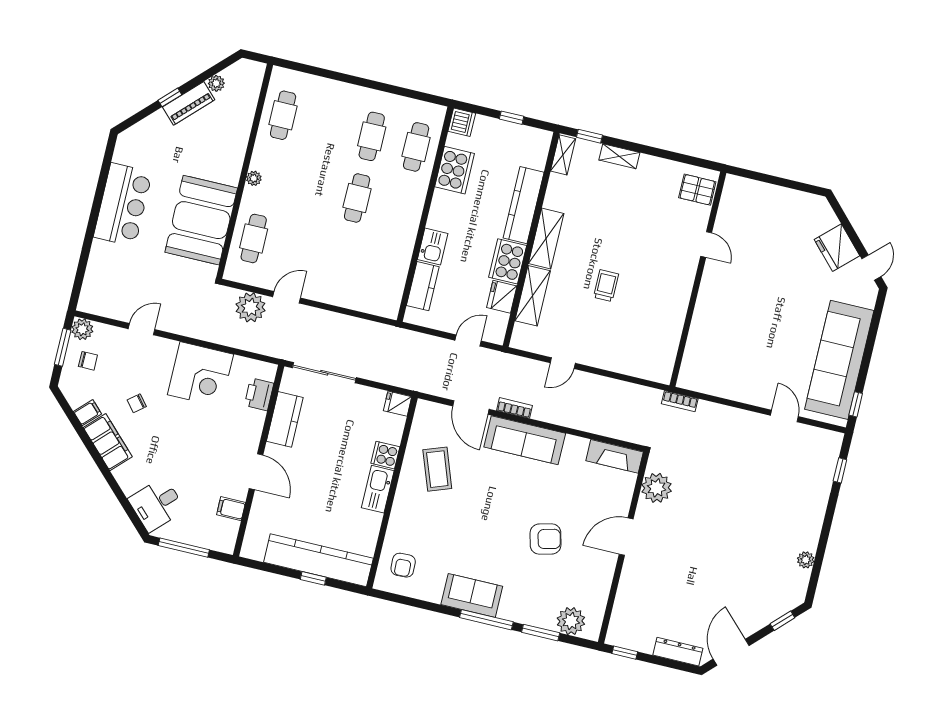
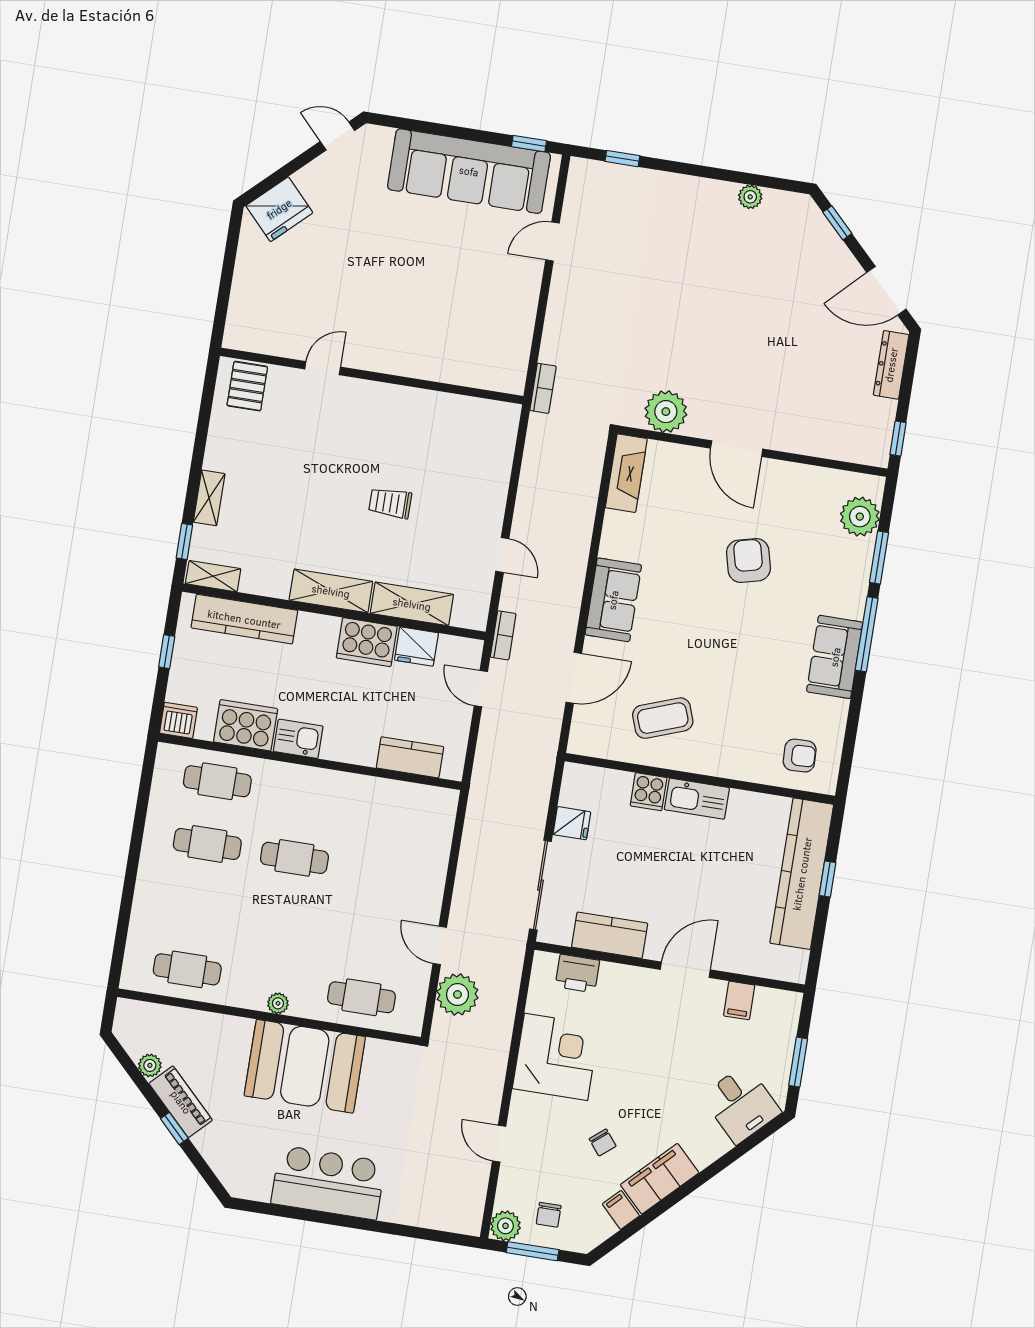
kitchen counter: (524, 205) -> (244, 619), moved
booth: (201, 220) -> (305, 1066), moved
kitchen sink: (433, 247) -> (298, 739), moved
fridge: (837, 248) -> (279, 209), moved
chair: (88, 361) -> (549, 1215), turned 180
fridge: (398, 404) -> (572, 823), moved, turned -90
bookcase: (514, 408) -> (503, 635), moved, turned 180
sofa: (525, 440) -> (613, 600), width x0.73
window: (184, 548) -> (798, 1062), width x0.69

